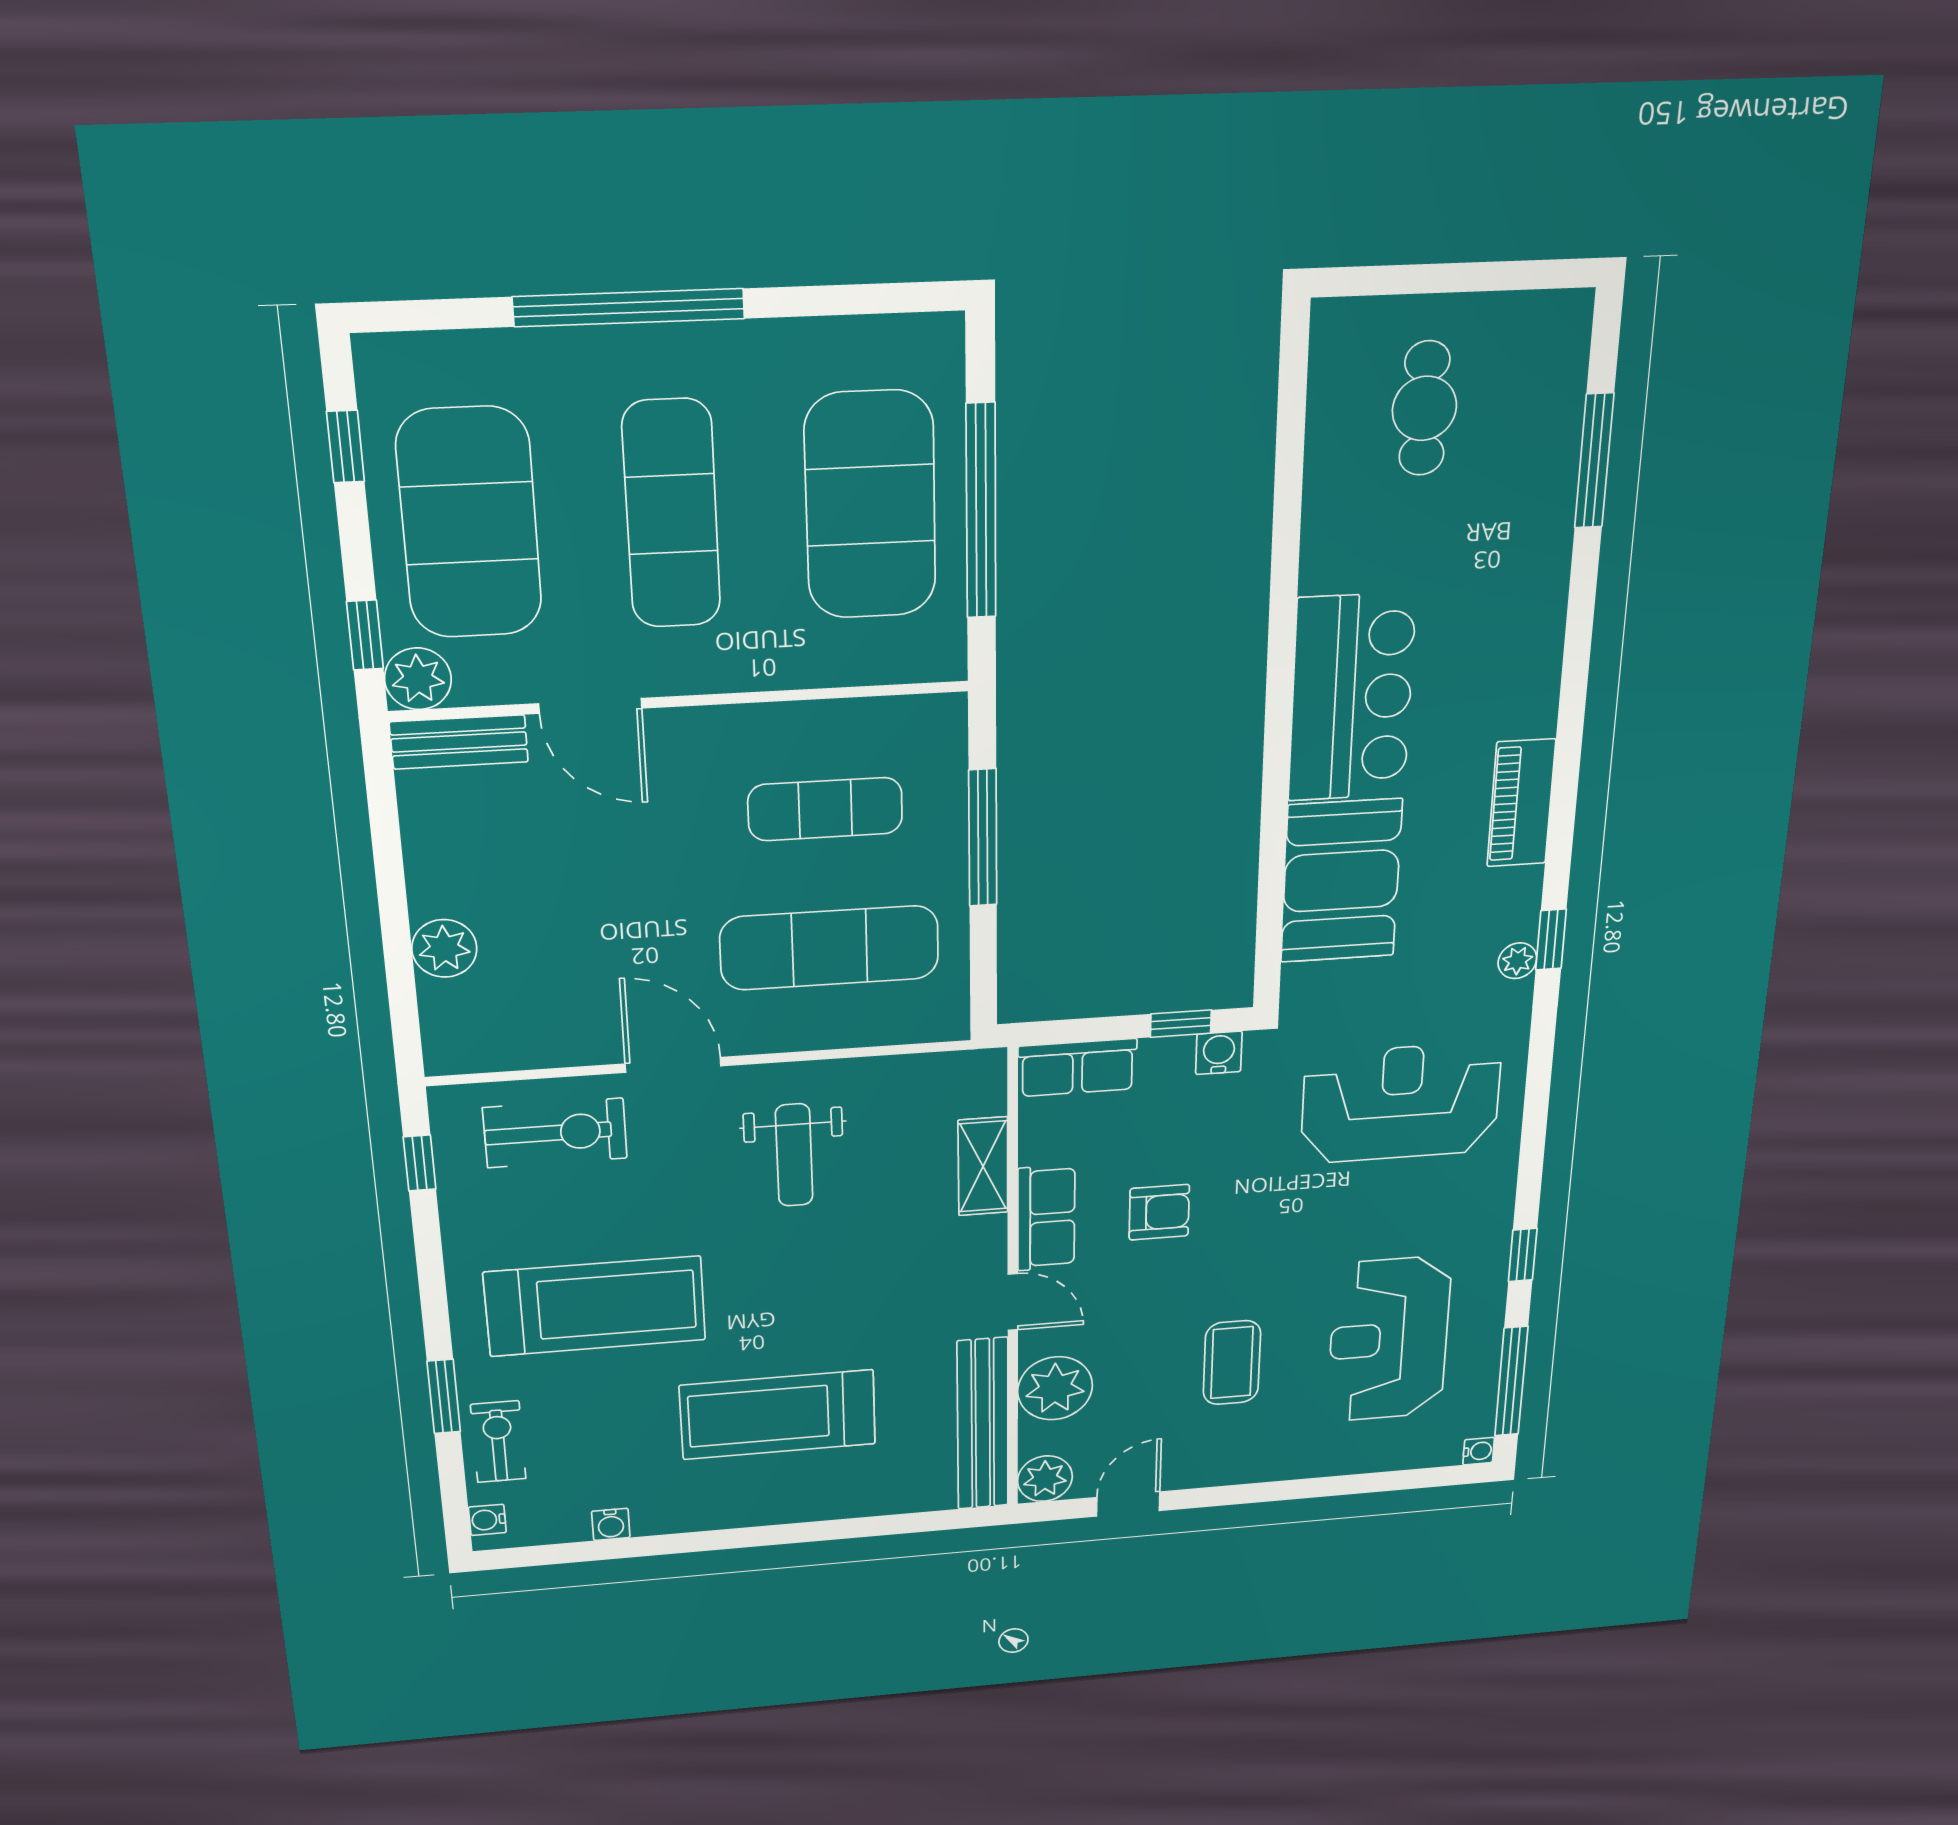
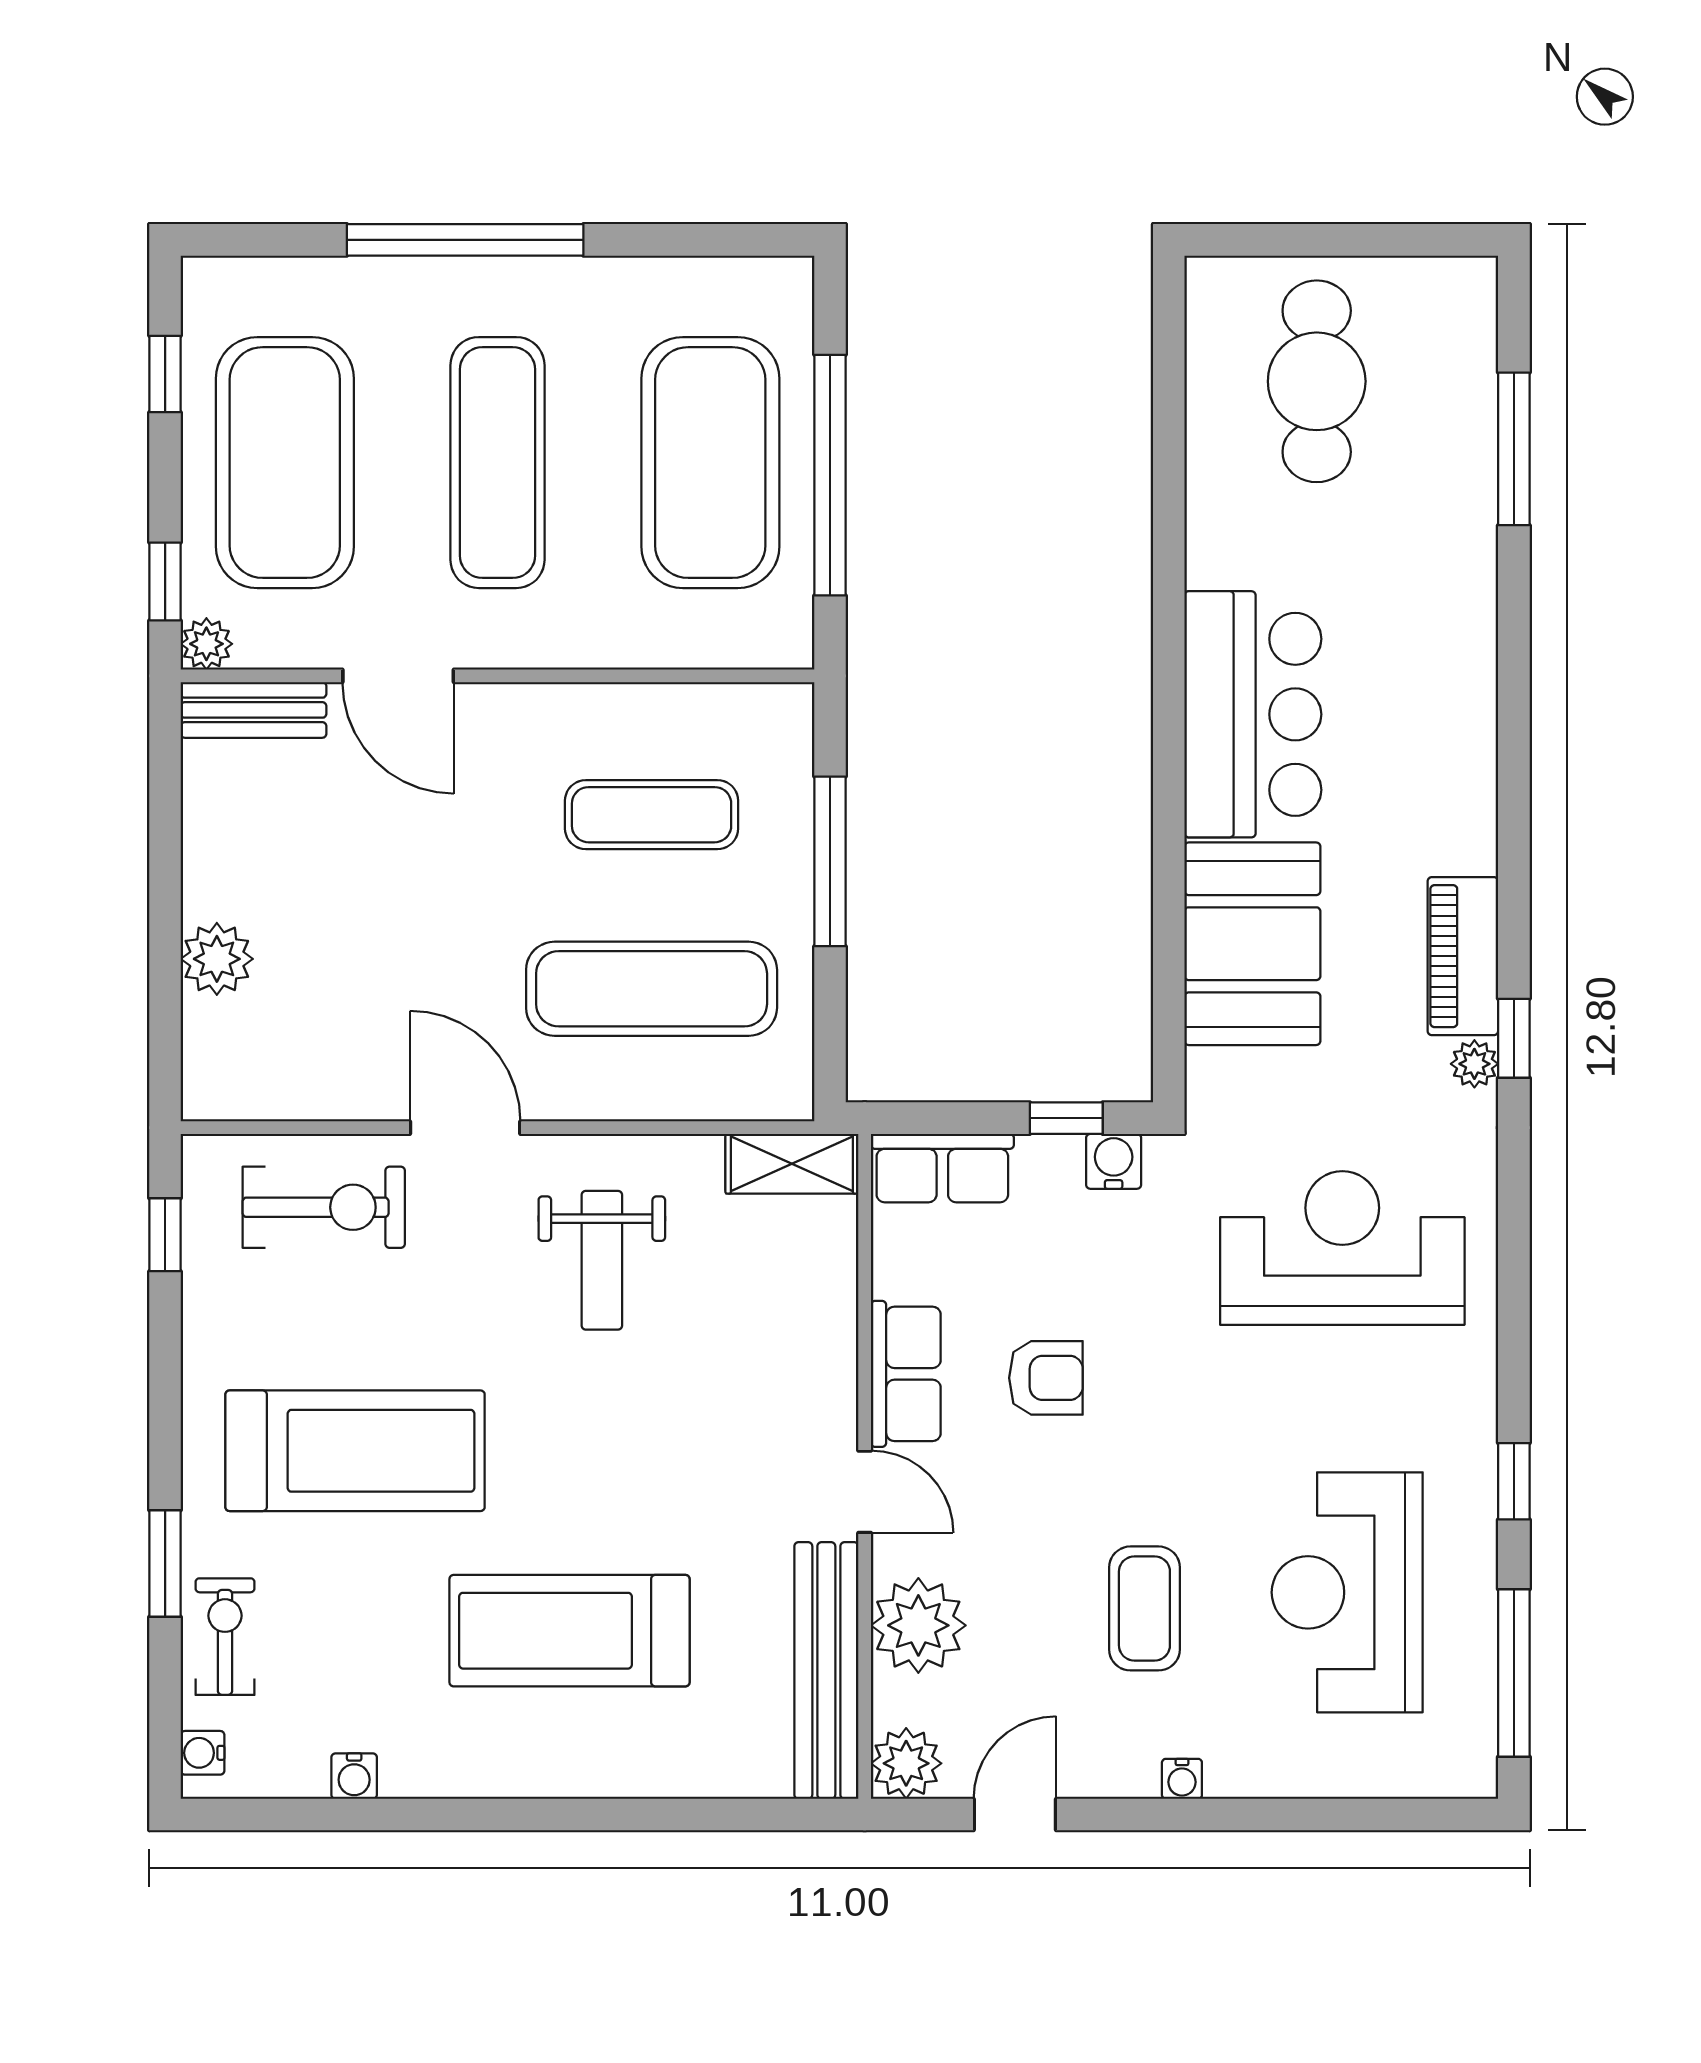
cafe table: (1424, 408) -> (1317, 381), width x1.37, depth x1.35
plant: (418, 679) -> (206, 644), width x0.73, depth x0.73
piano: (1521, 803) -> (1463, 956), moved
shelving: (983, 1166) -> (792, 1164), moved, turned 90
water cooler: (1479, 1451) -> (1182, 1779), moved, turned 90

